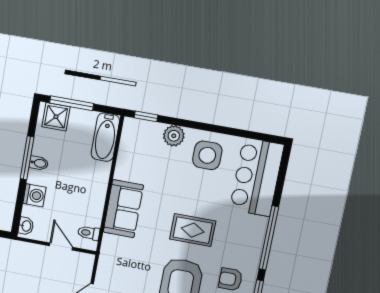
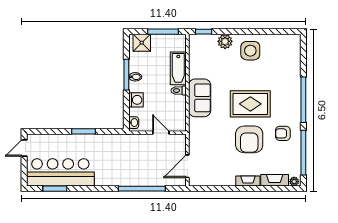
window: (72, 103) -> (163, 32), moved
bathtub: (105, 137) -> (178, 68), moved
bar counter: (257, 177) -> (287, 60), removed
rug: (193, 230) -> (250, 104), width x1.36, depth x1.43
toilet: (89, 233) -> (179, 91), moved

